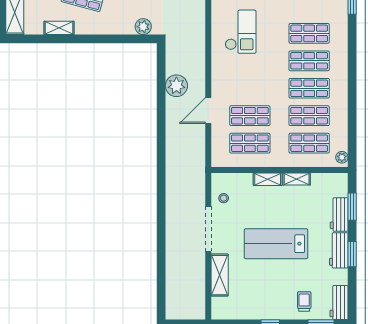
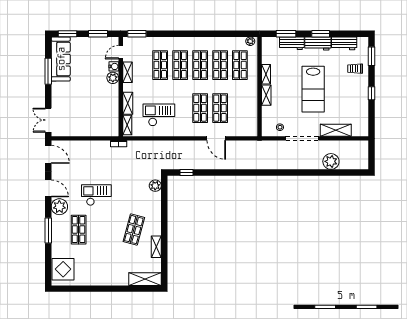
window: (161, 70) -> (187, 173), added
plant: (176, 86) -> (331, 161), moved
shop shelf: (250, 143) -> (200, 108), moved
workbench: (339, 302) -> (344, 43), moved

